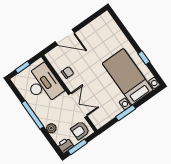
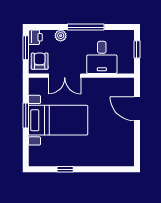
door: (65, 37) -> (137, 109), hinge flipped
chair: (68, 72) -> (102, 88), removed
bed with nightstands: (128, 77) -> (58, 120), moved
desk: (43, 84) -> (102, 57), width x0.73

